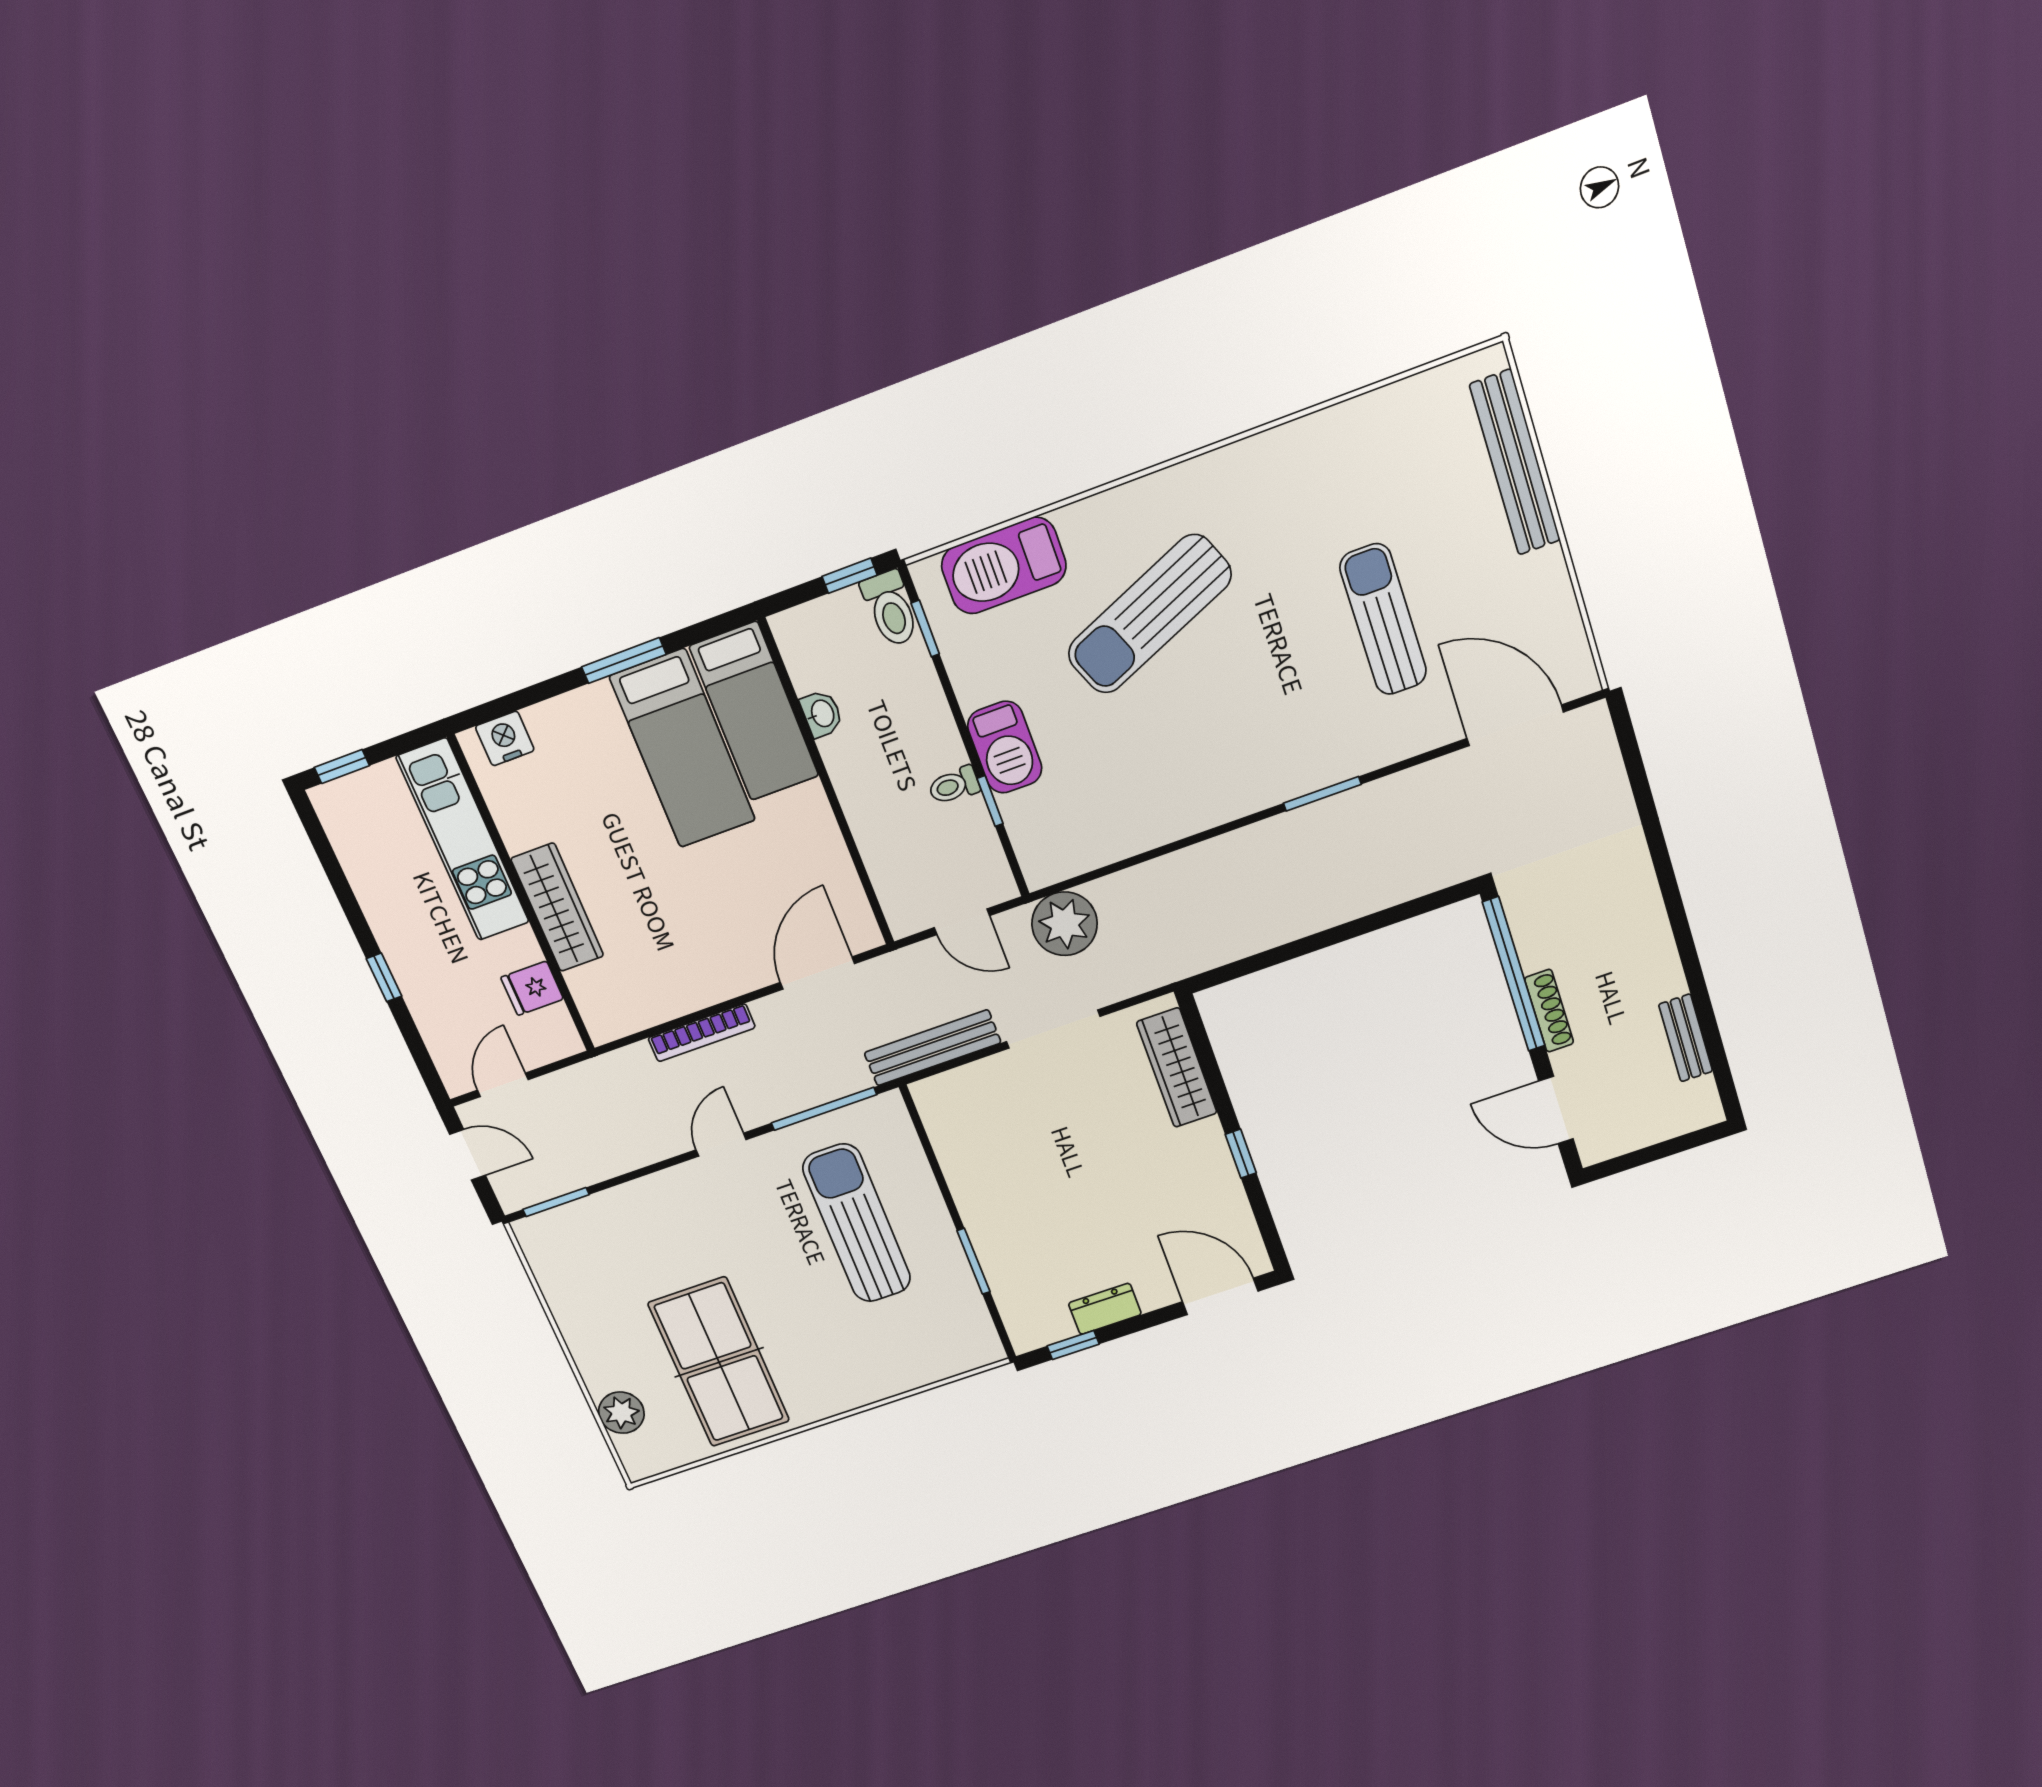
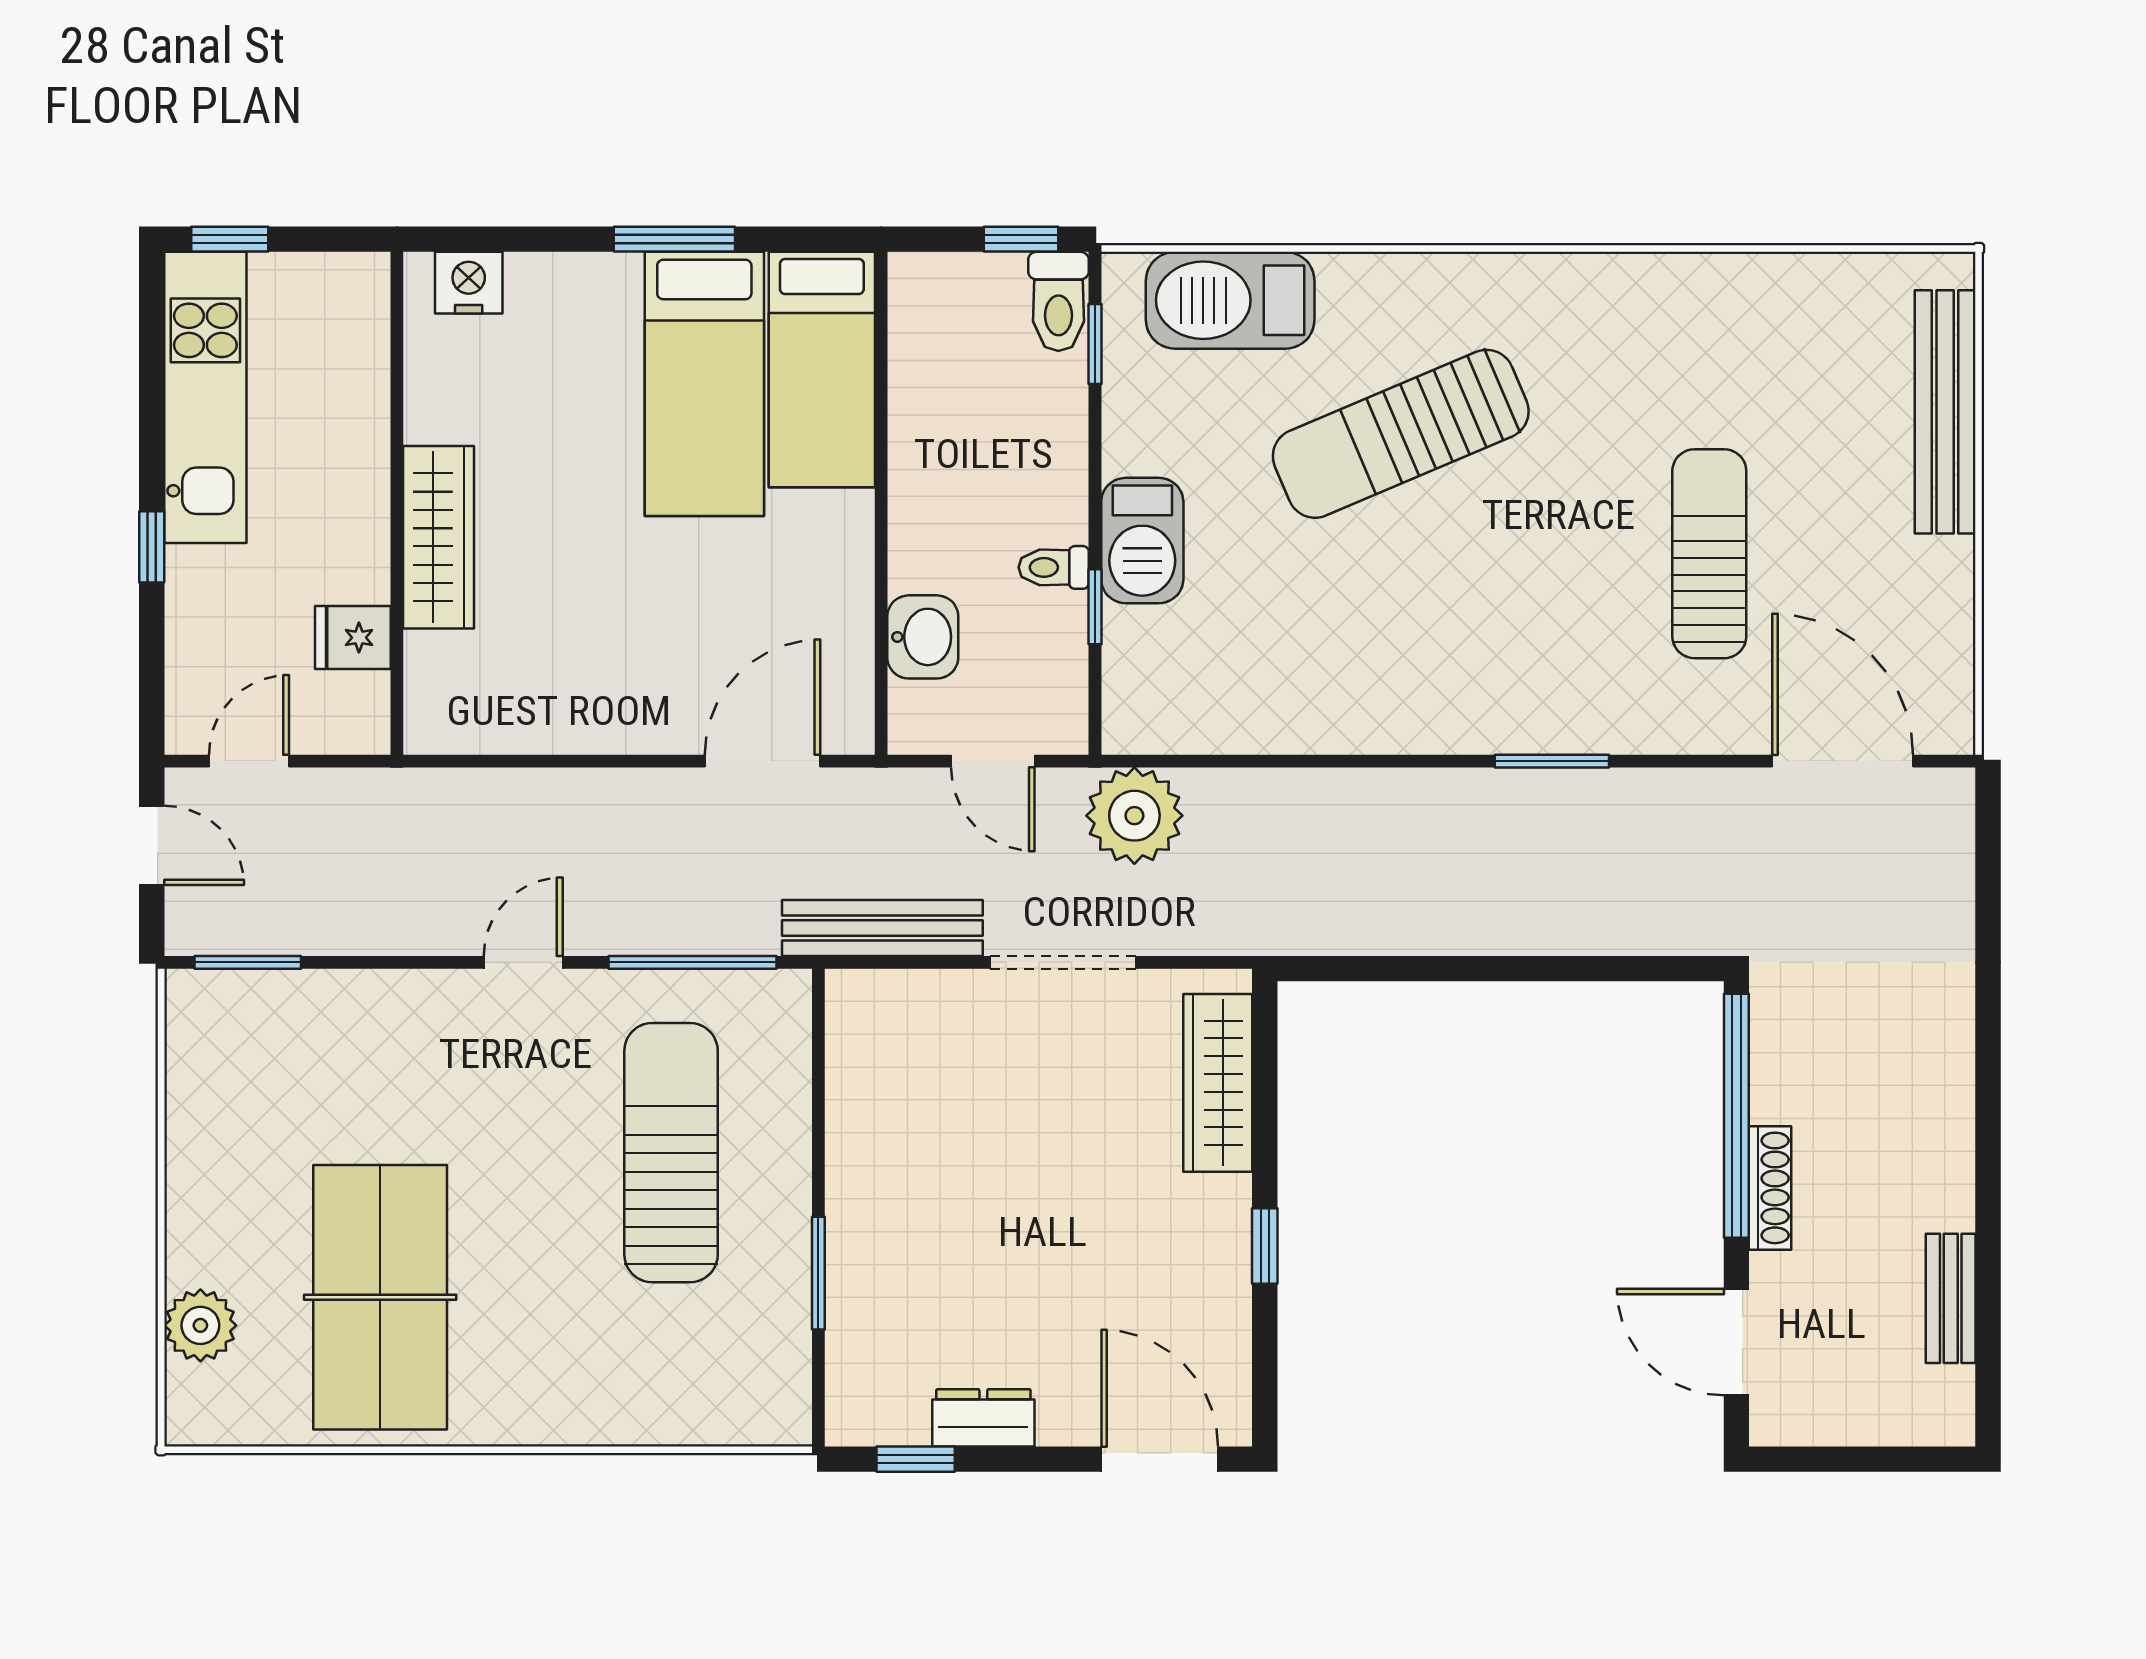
washbasin: (822, 714) -> (923, 637), moved, width x1.38, depth x1.45
kitchen unit: (463, 840) -> (205, 397), moved, turned 180
bookcase: (702, 1033) -> (564, 788), removed

